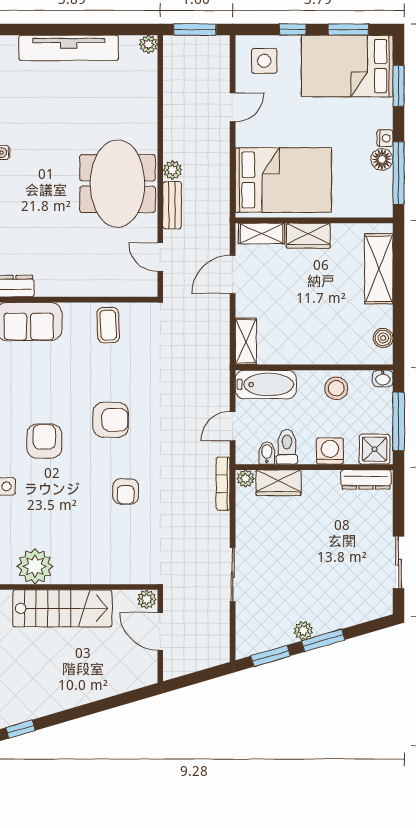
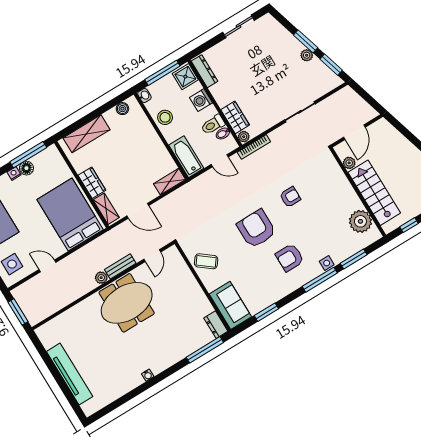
plant: (148, 44) -> (41, 332), removed
coffee table: (108, 325) -> (206, 261), turned 41
armchair: (111, 420) -> (256, 229), width x1.36, depth x1.36
plant: (147, 599) -> (349, 163), moved

